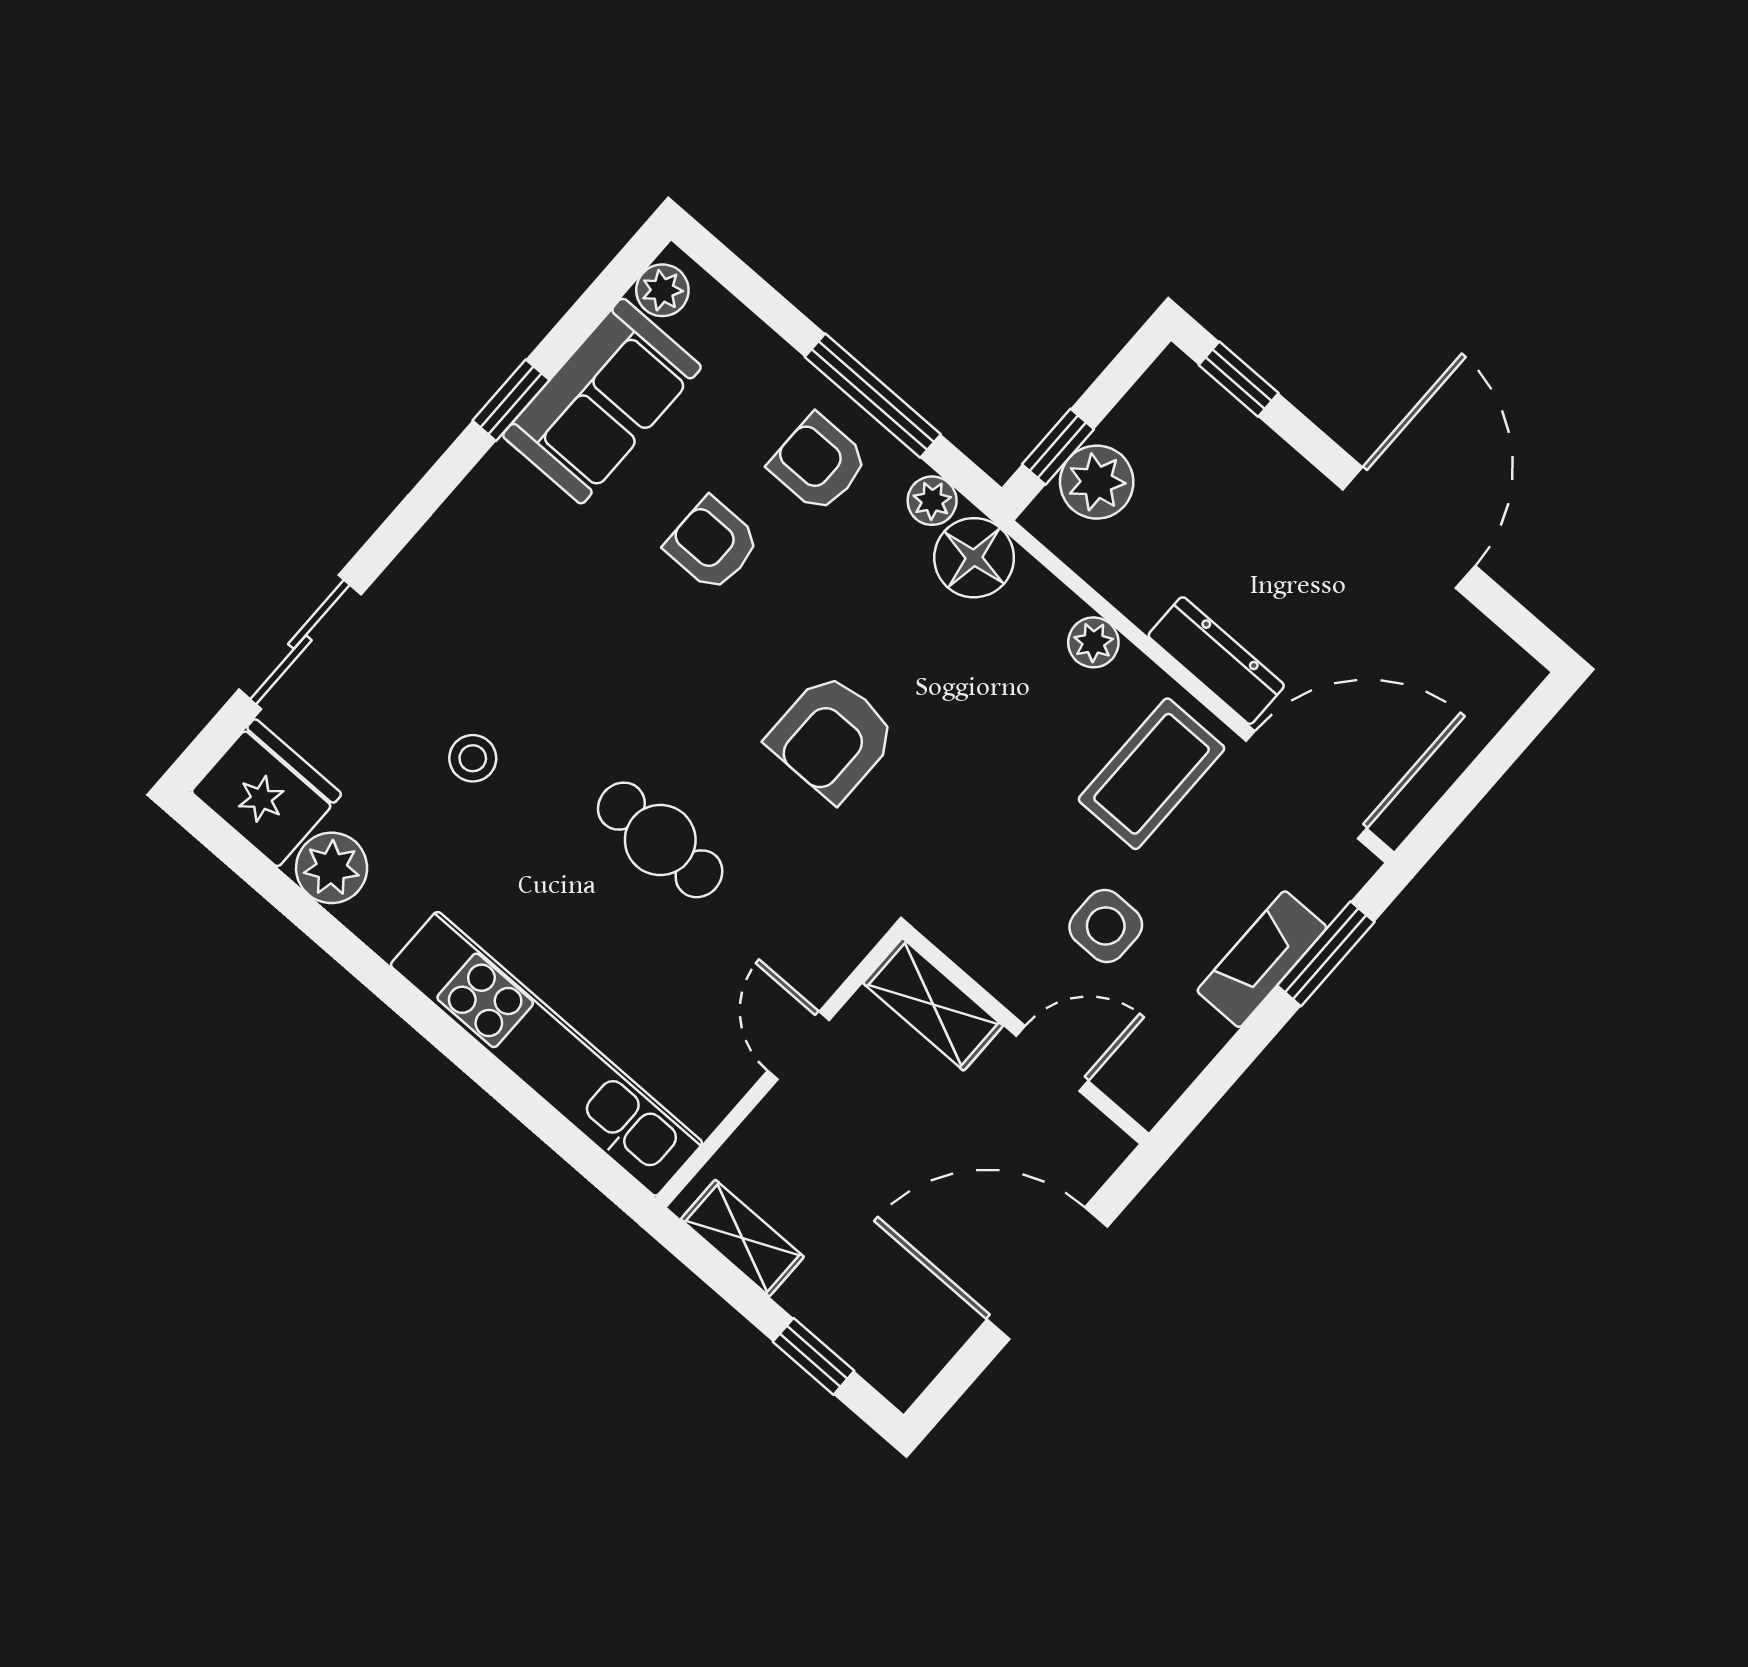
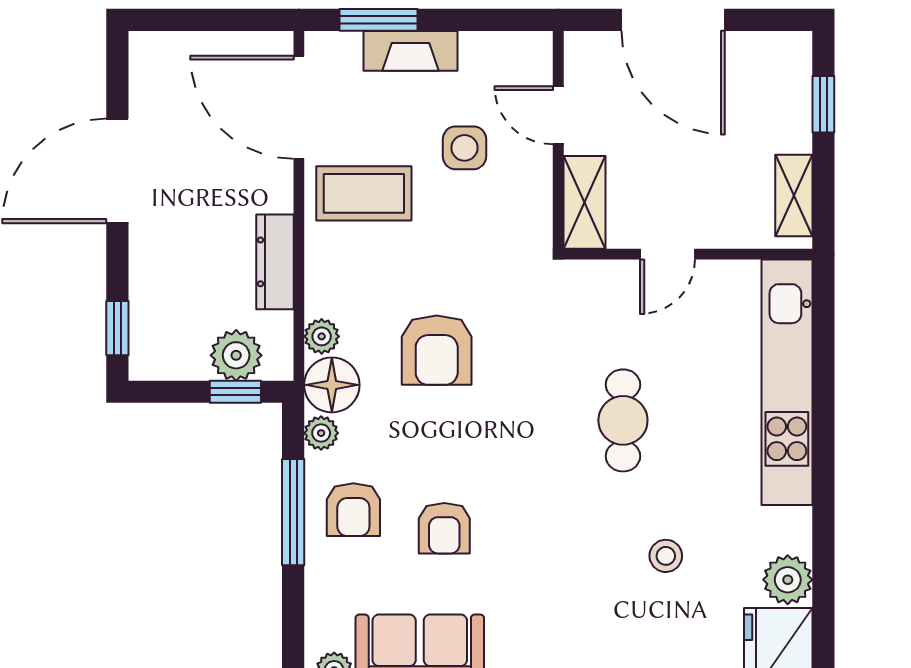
plant: (1093, 642) -> (322, 336), moved
dresser: (1216, 661) -> (275, 262), moved
armchair: (832, 737) -> (437, 350), moved, turned 90

